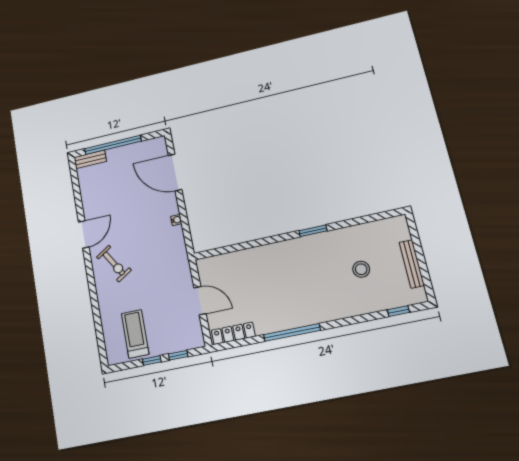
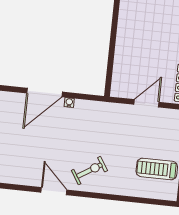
door: (175, 172) -> (45, 93), moved

